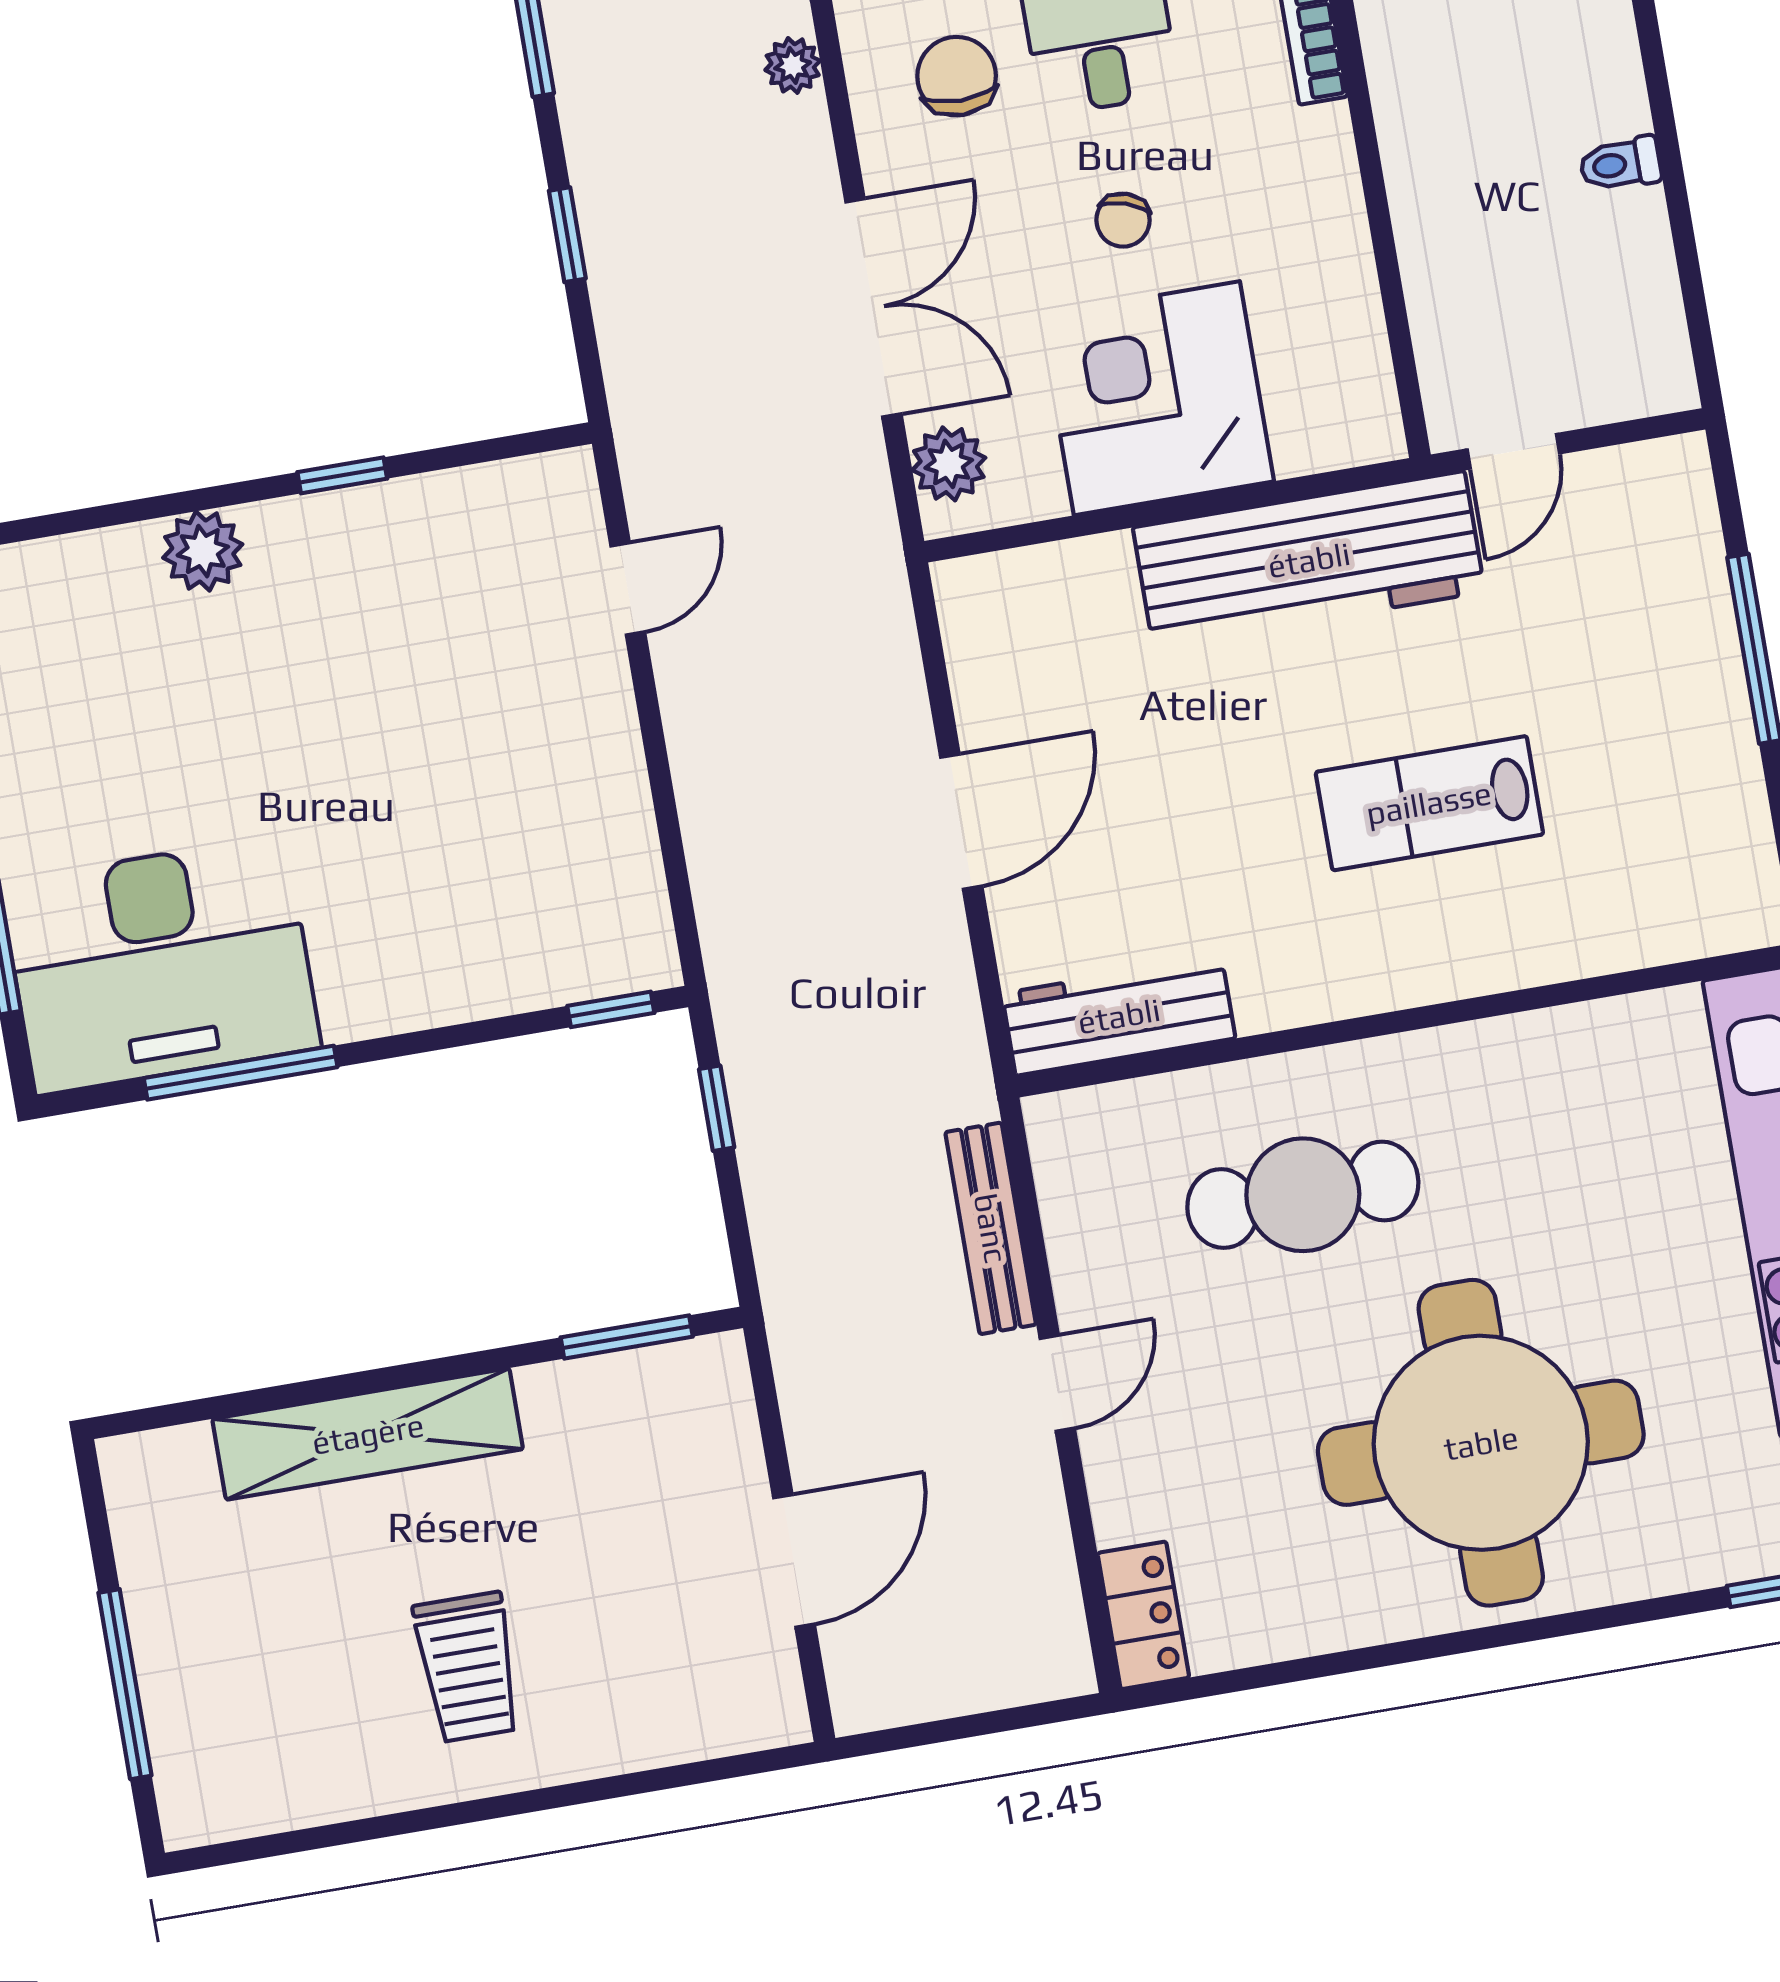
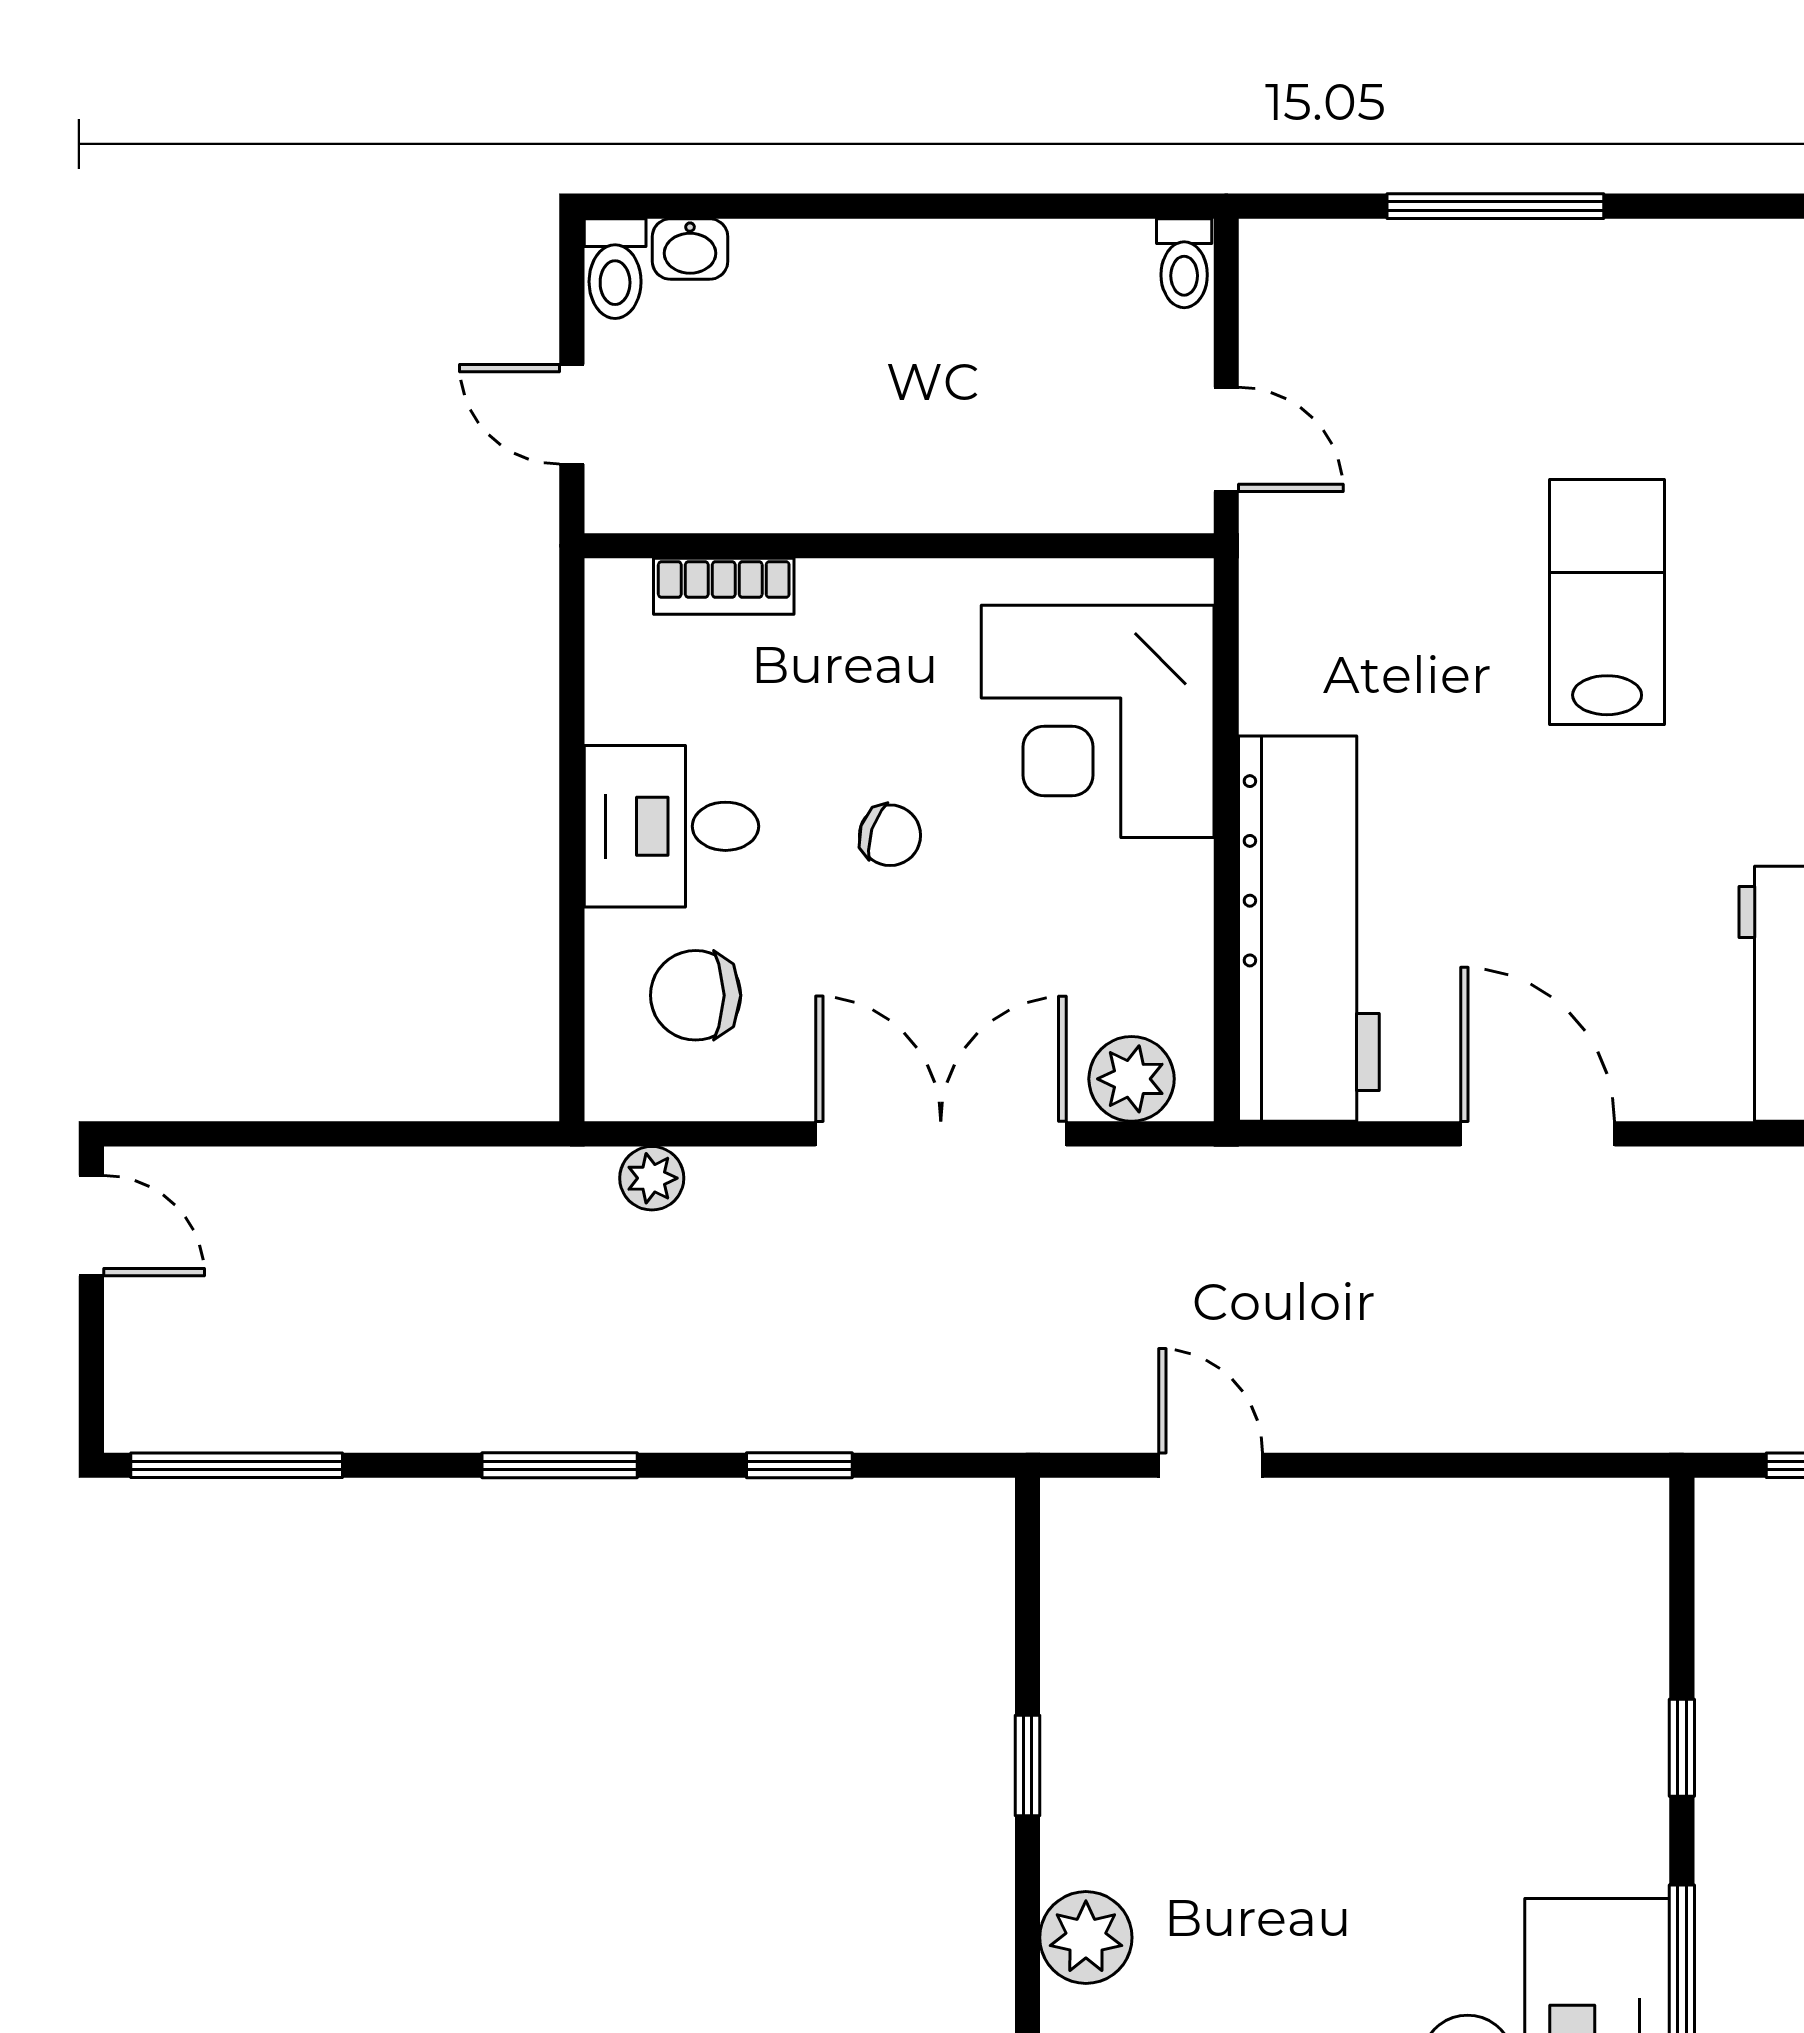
toilet: (1620, 164) -> (1184, 263), moved
corner desk: (1157, 398) -> (1098, 721), moved
workbench: (1309, 560) -> (1309, 929), moved
lab bench: (1429, 803) -> (1607, 602), turned 180
window: (611, 1009) -> (1682, 1748), moved

